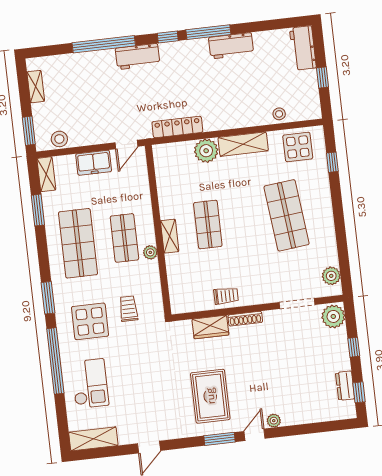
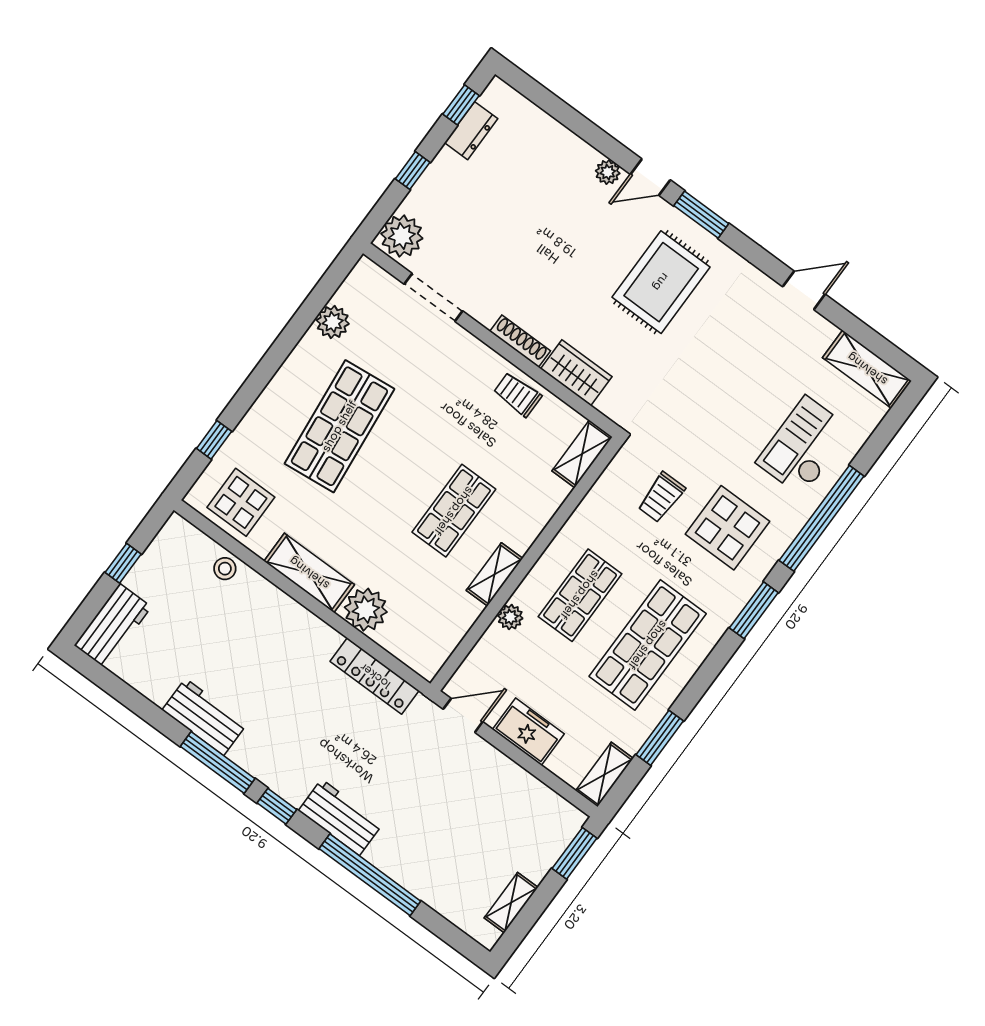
stool: (59, 139) -> (544, 805), removed
shelving: (170, 236) -> (494, 574), moved
plant: (150, 252) -> (510, 617), moved
plant: (331, 276) -> (333, 322), moved
shelving: (177, 296) -> (582, 454), added

